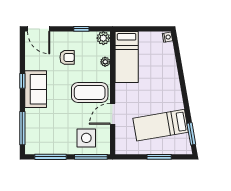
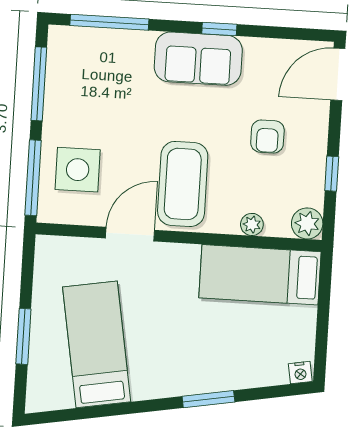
door: (113, 114) -> (130, 234), hinge flipped
window: (191, 134) -> (208, 399), moved

